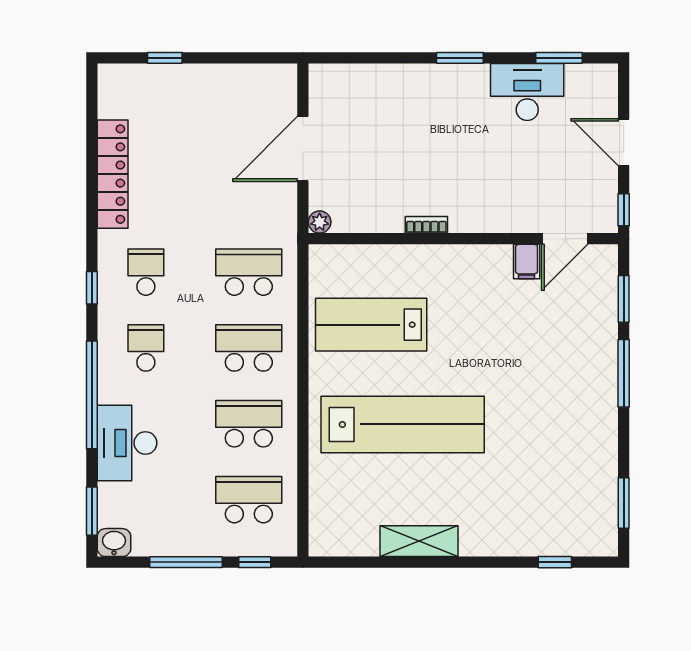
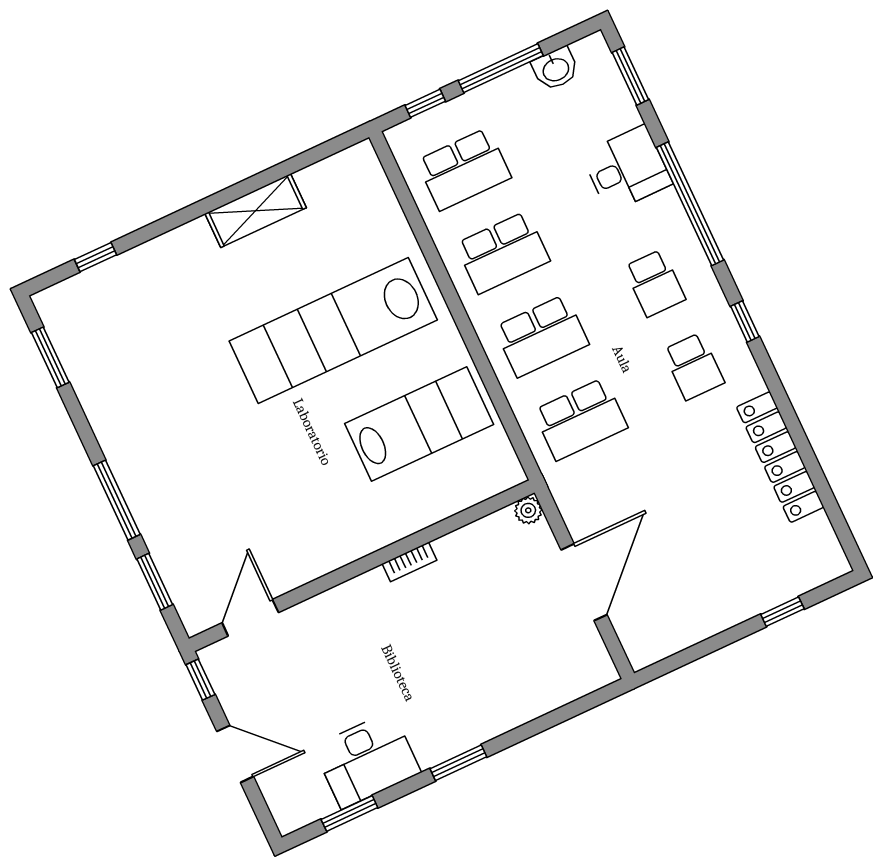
filing cabinet: (527, 262) -> (281, 573), removed
desk: (127, 443) -> (627, 169), width x0.73
washbasin: (114, 543) -> (555, 69), moved

